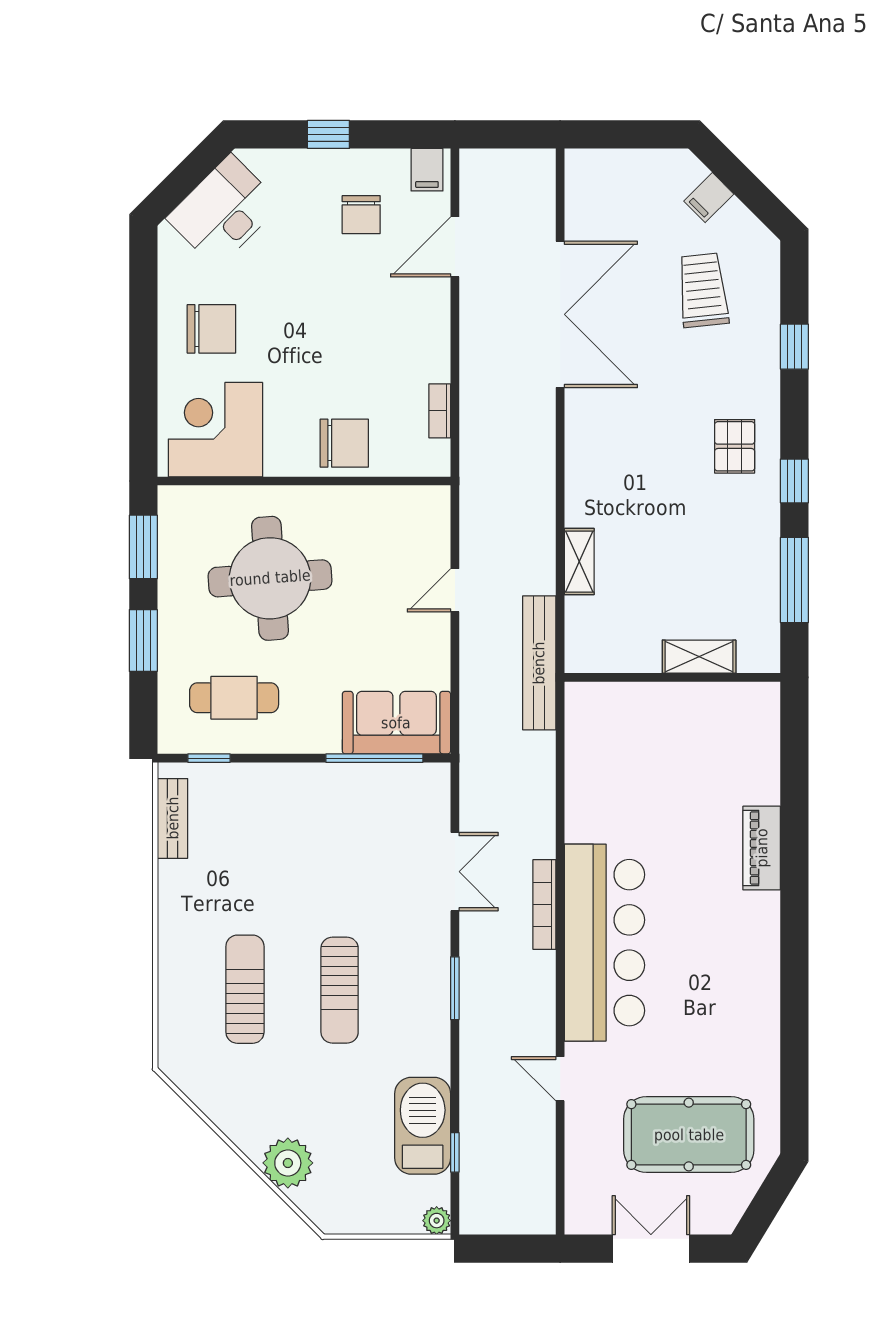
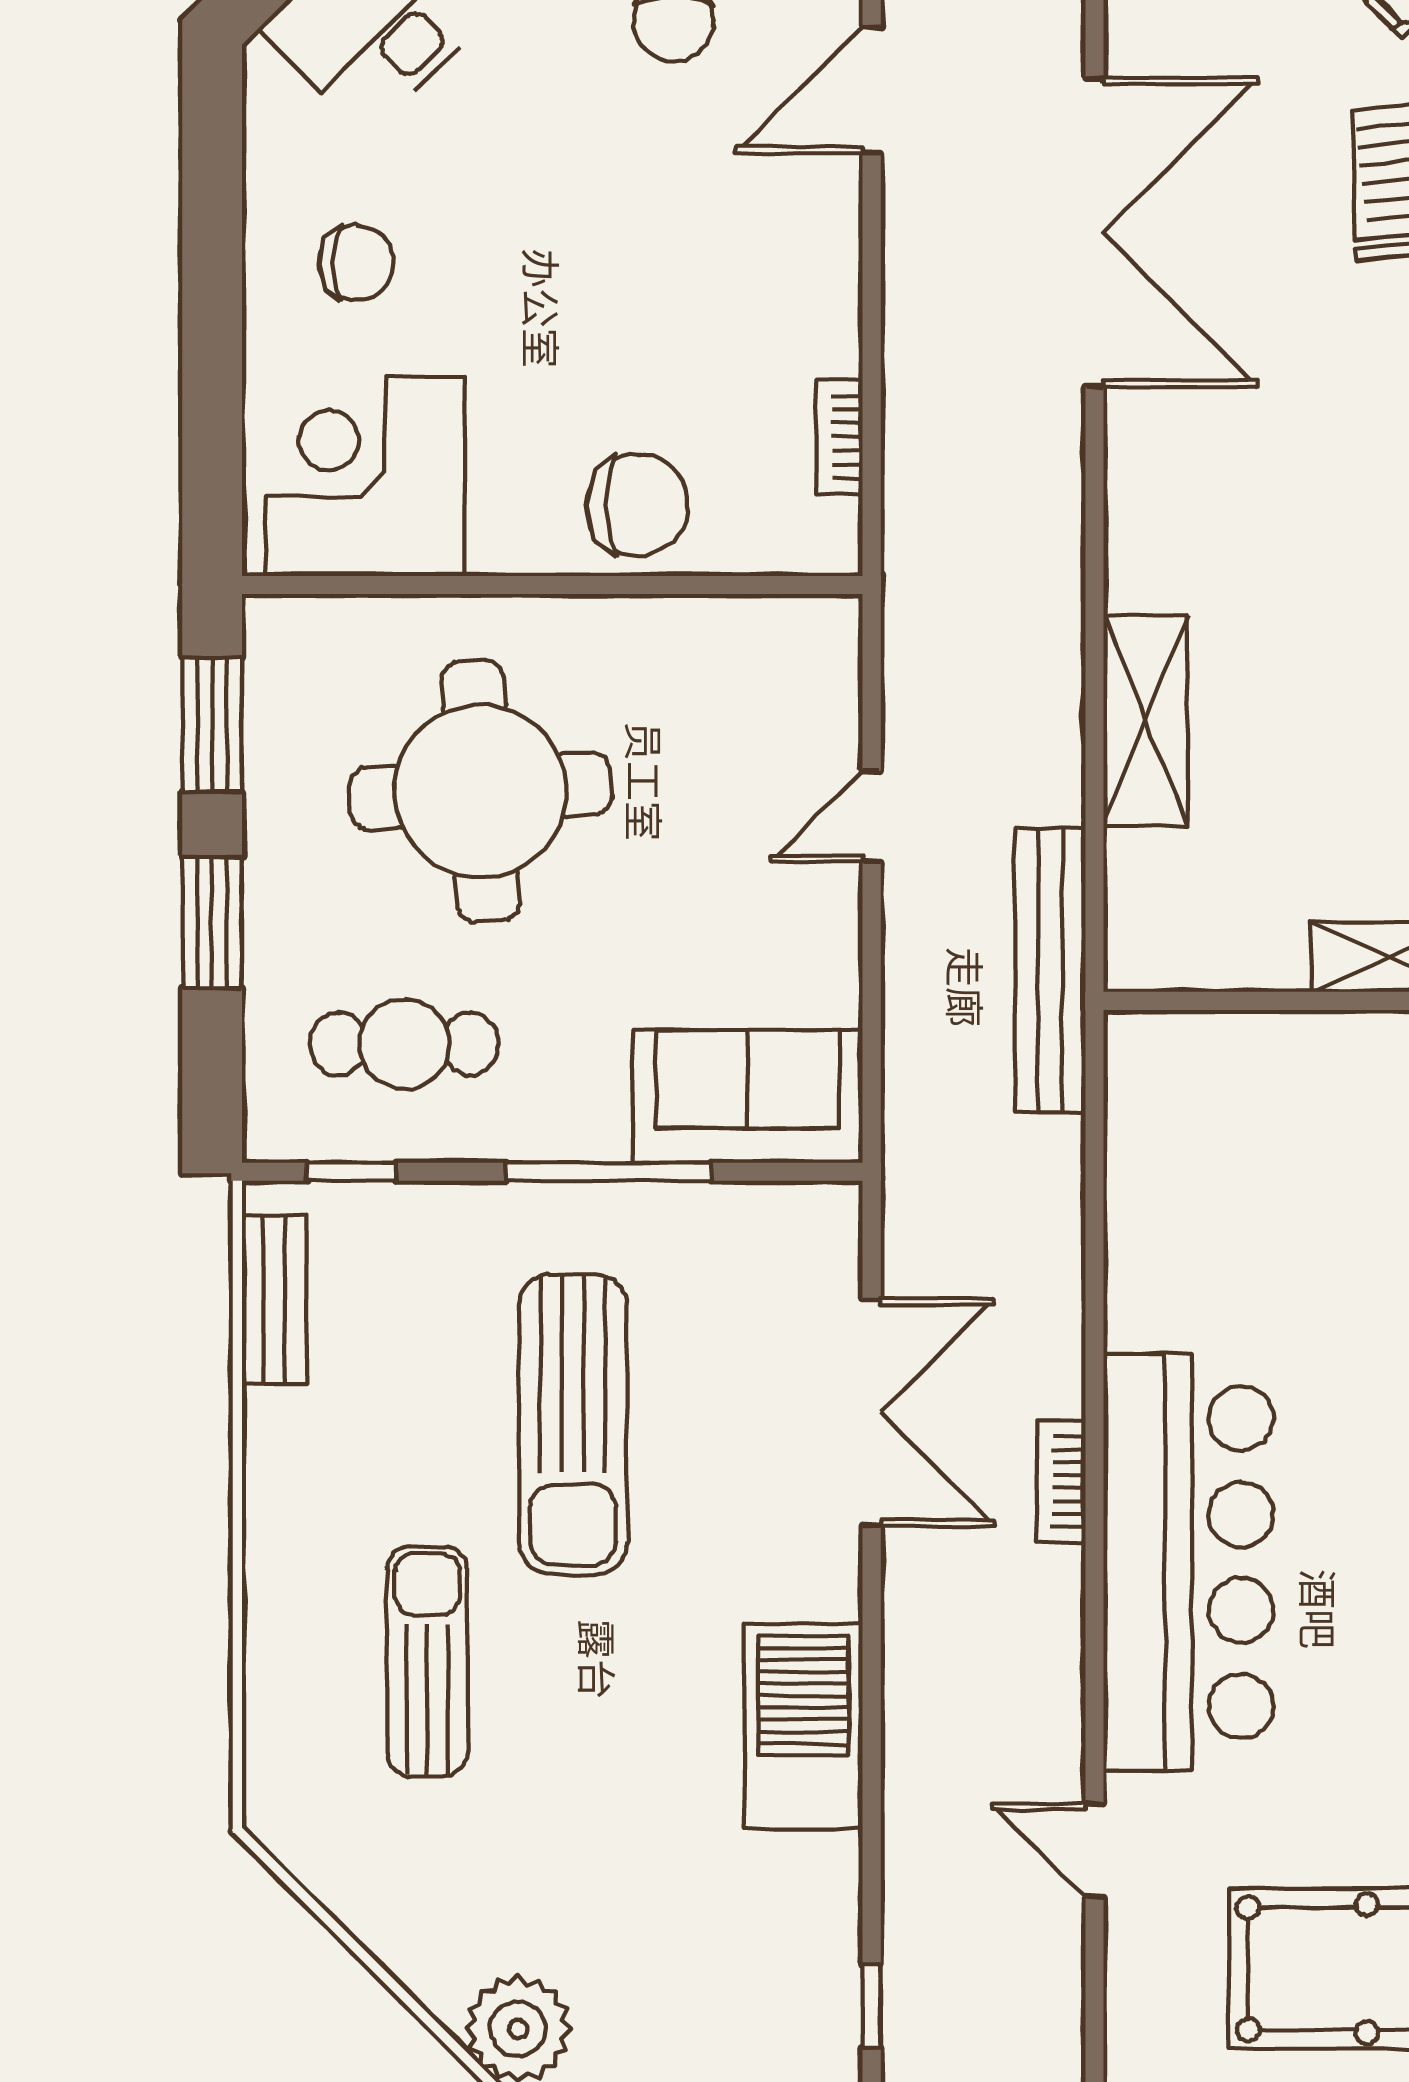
chair: (211, 329) -> (356, 263), width x0.73, depth x0.73
shelving: (579, 562) -> (1145, 720), width x1.50, depth x1.33
window: (374, 758) -> (609, 1172), moved
double door: (455, 872) -> (872, 1412), width x1.37
bookcase: (544, 905) -> (1061, 1482), width x0.64
window: (455, 988) -> (872, 1659), removed
sun lounger: (340, 990) -> (573, 1424), moved, width x1.36, depth x1.34
barbecue: (423, 1126) -> (803, 1727), moved

